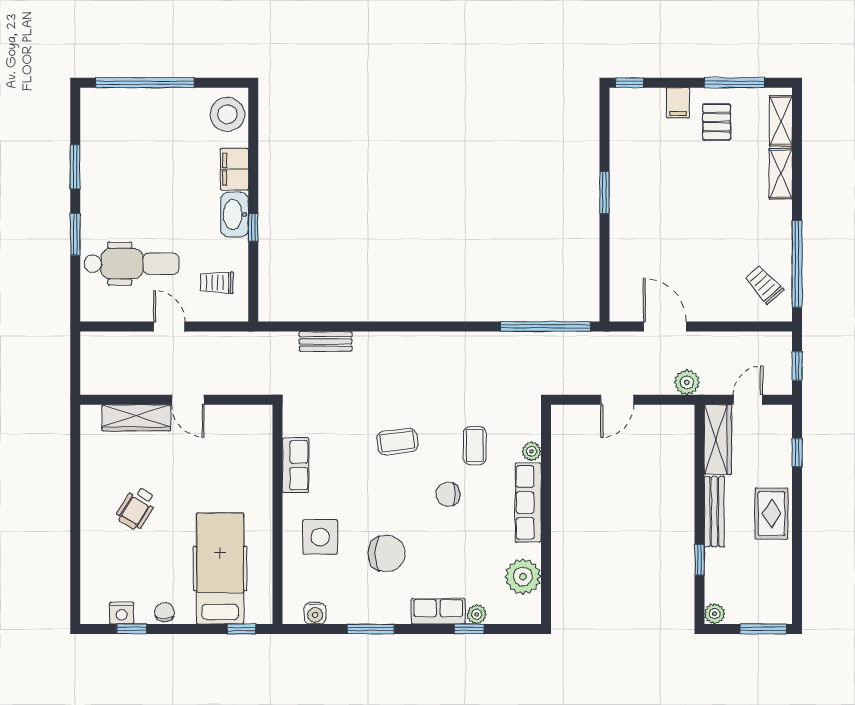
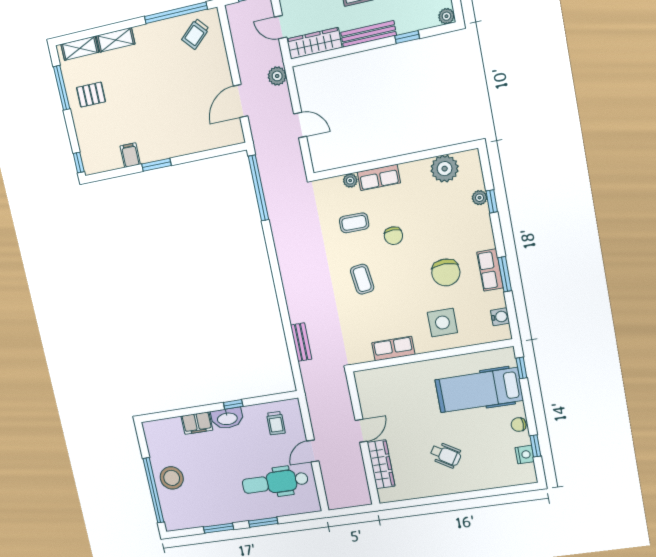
filing cabinet: (678, 103) -> (130, 155), moved, turned -90
stool: (227, 114) -> (172, 478), moved
dental chair: (132, 264) -> (275, 482), turned -90
row of seats: (528, 502) -> (379, 177), width x0.68
chair: (387, 554) -> (446, 272), turned 180
row of seats: (438, 611) -> (490, 270), moved

